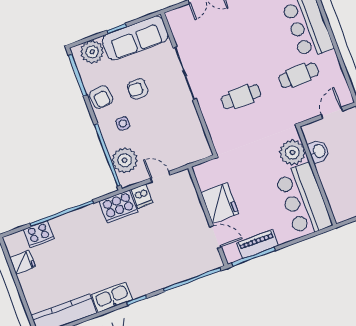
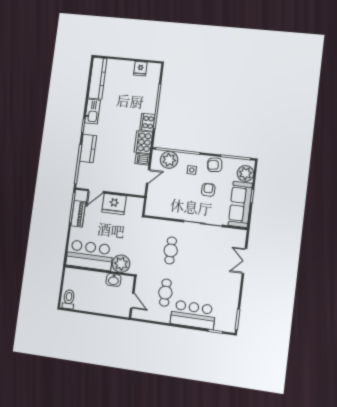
cooker: (39, 234) -> (147, 122), moved
kitchen counter: (164, 277) -> (88, 148), added

